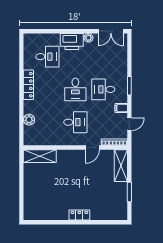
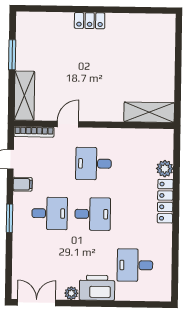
locker: (28, 85) -> (165, 201), moved
desk: (75, 89) -> (93, 214), turned 90

